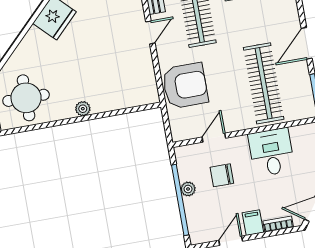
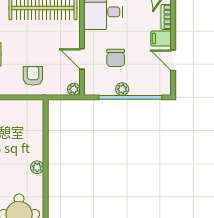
armchair: (185, 86) -> (33, 76), width x0.53, depth x0.53
plant: (178, 134) -> (74, 89), added

